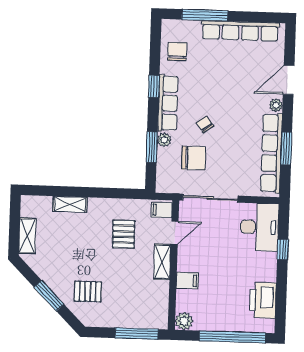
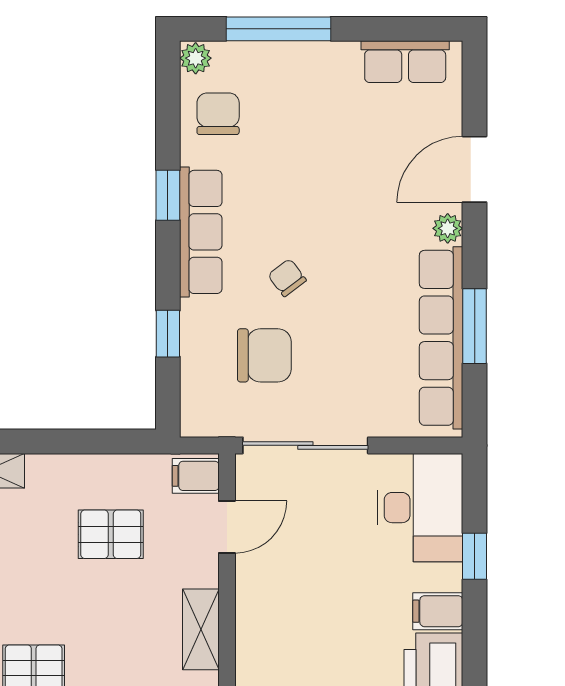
row of seats: (240, 31) -> (405, 62), width x0.50
plant: (164, 140) -> (196, 58), moved
window: (152, 147) -> (168, 334), width x0.67
pallet: (124, 234) -> (111, 534), turned 90
shelving: (162, 262) -> (201, 629), moved
filing cabinet: (187, 281) -> (438, 611), moved, turned 180

